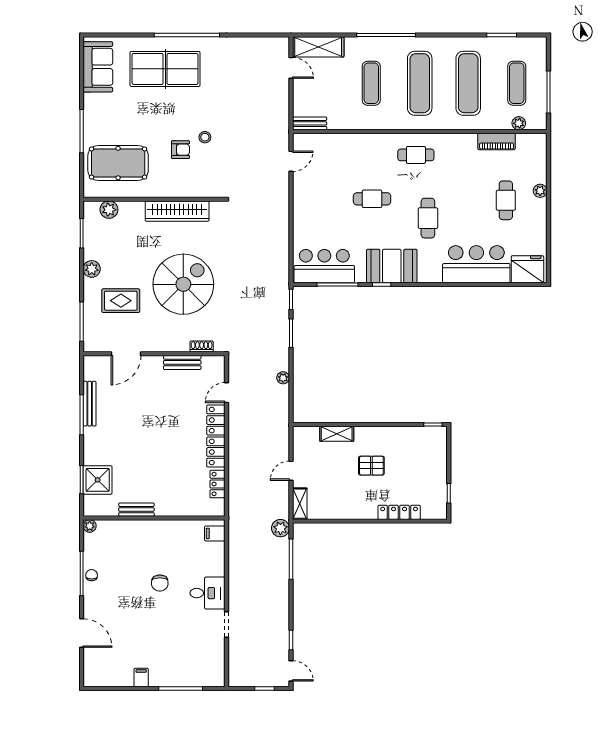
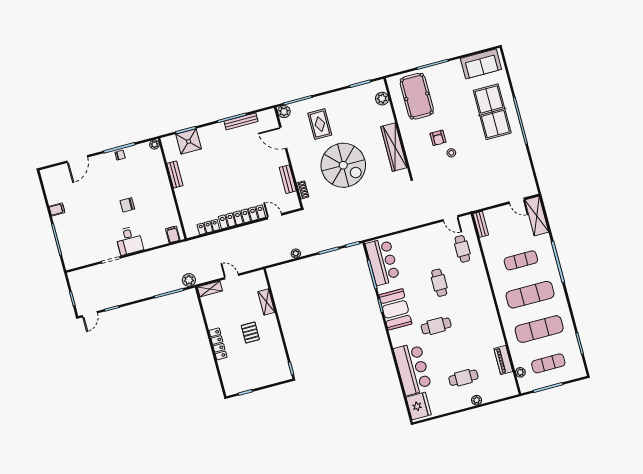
door: (291, 68) -> (517, 201), hinge flipped
cafe table: (416, 155) -> (462, 249), moved
plant: (92, 269) -> (284, 112), moved
locker: (399, 512) -> (218, 344), moved

